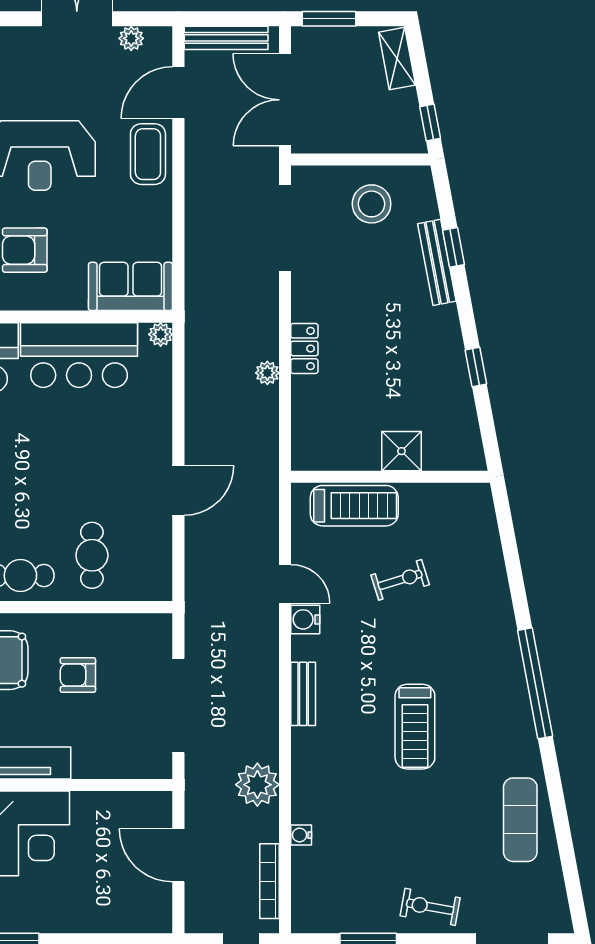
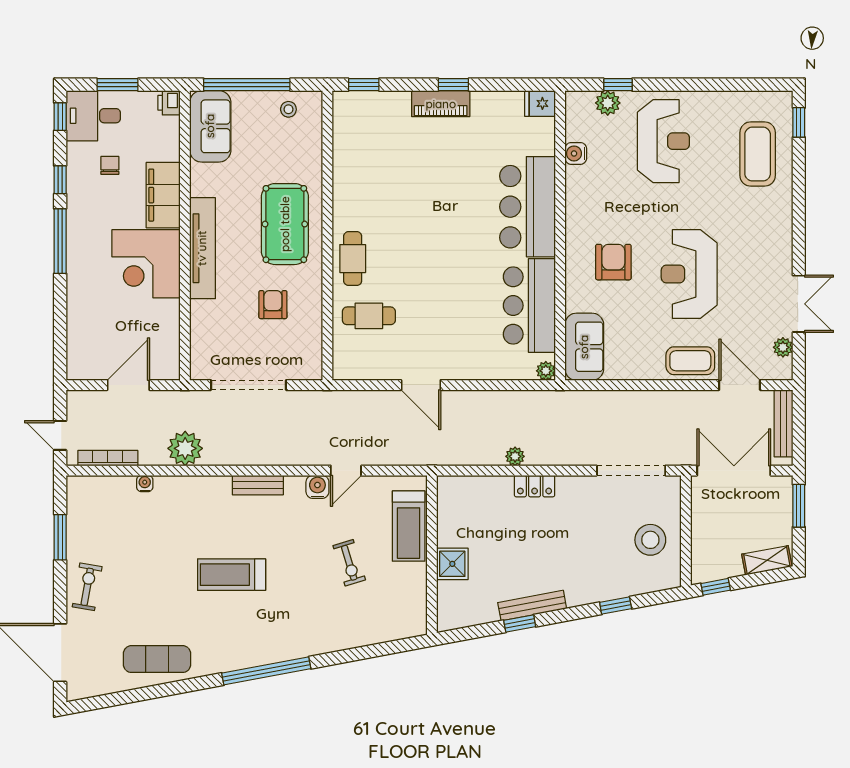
bench: (437, 262) -> (532, 606), moved

